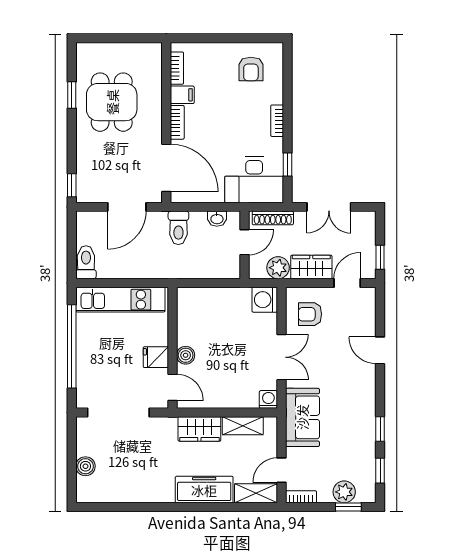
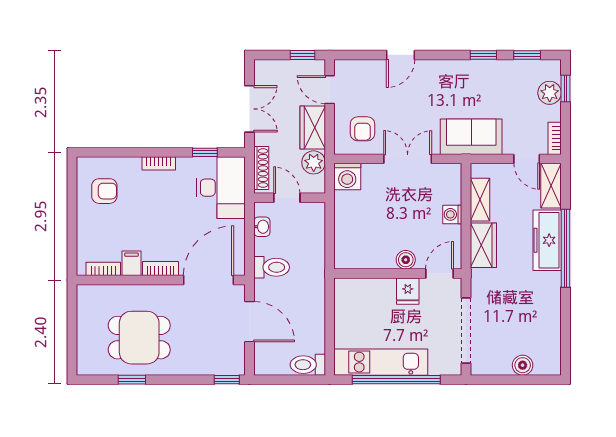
kitchen unit: (120, 300) -> (381, 362), moved, turned -90
washing machine: (268, 399) -> (452, 214), moved
window: (197, 507) -> (565, 248), added

